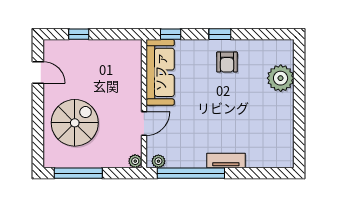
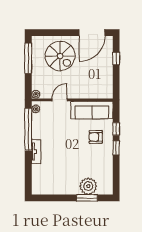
window: (171, 34) -> (116, 129), moved
armchair: (227, 62) -> (96, 137), moved
door: (38, 72) -> (92, 33), width x1.88
window: (299, 80) -> (87, 198), added
door: (144, 124) -> (60, 100), swing flipped

